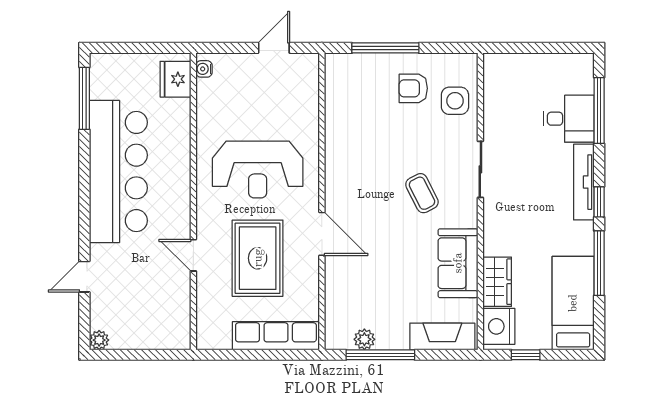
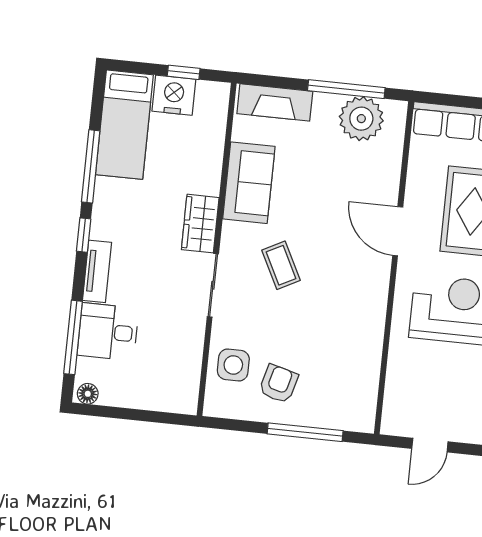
floor lamp: (581, 62) -> (88, 394), added
armchair: (413, 88) -> (279, 384), turned -75
tv unit: (584, 182) -> (97, 271), width x0.71
wardrobe: (497, 282) -> (200, 224), moved
nightstand: (499, 326) -> (174, 95), moved, turned -90
plant: (364, 339) -> (361, 119), width x1.88, depth x1.88

